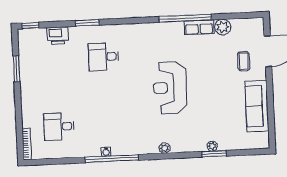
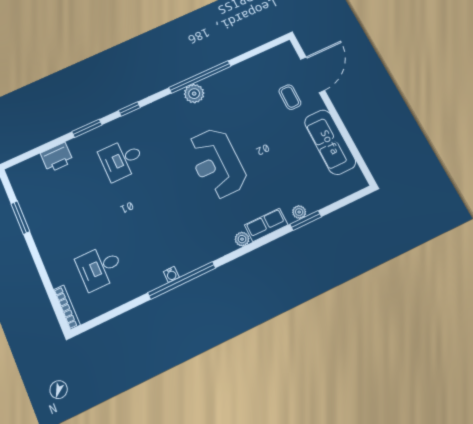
window: (31, 26) -> (129, 109), moved
row of seats: (199, 27) -> (266, 225), moved, turned 180
plant: (223, 27) -> (194, 94), moved

